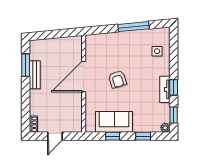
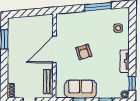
bench: (35, 75) -> (48, 82), moved
window: (174, 87) -> (132, 59), removed

